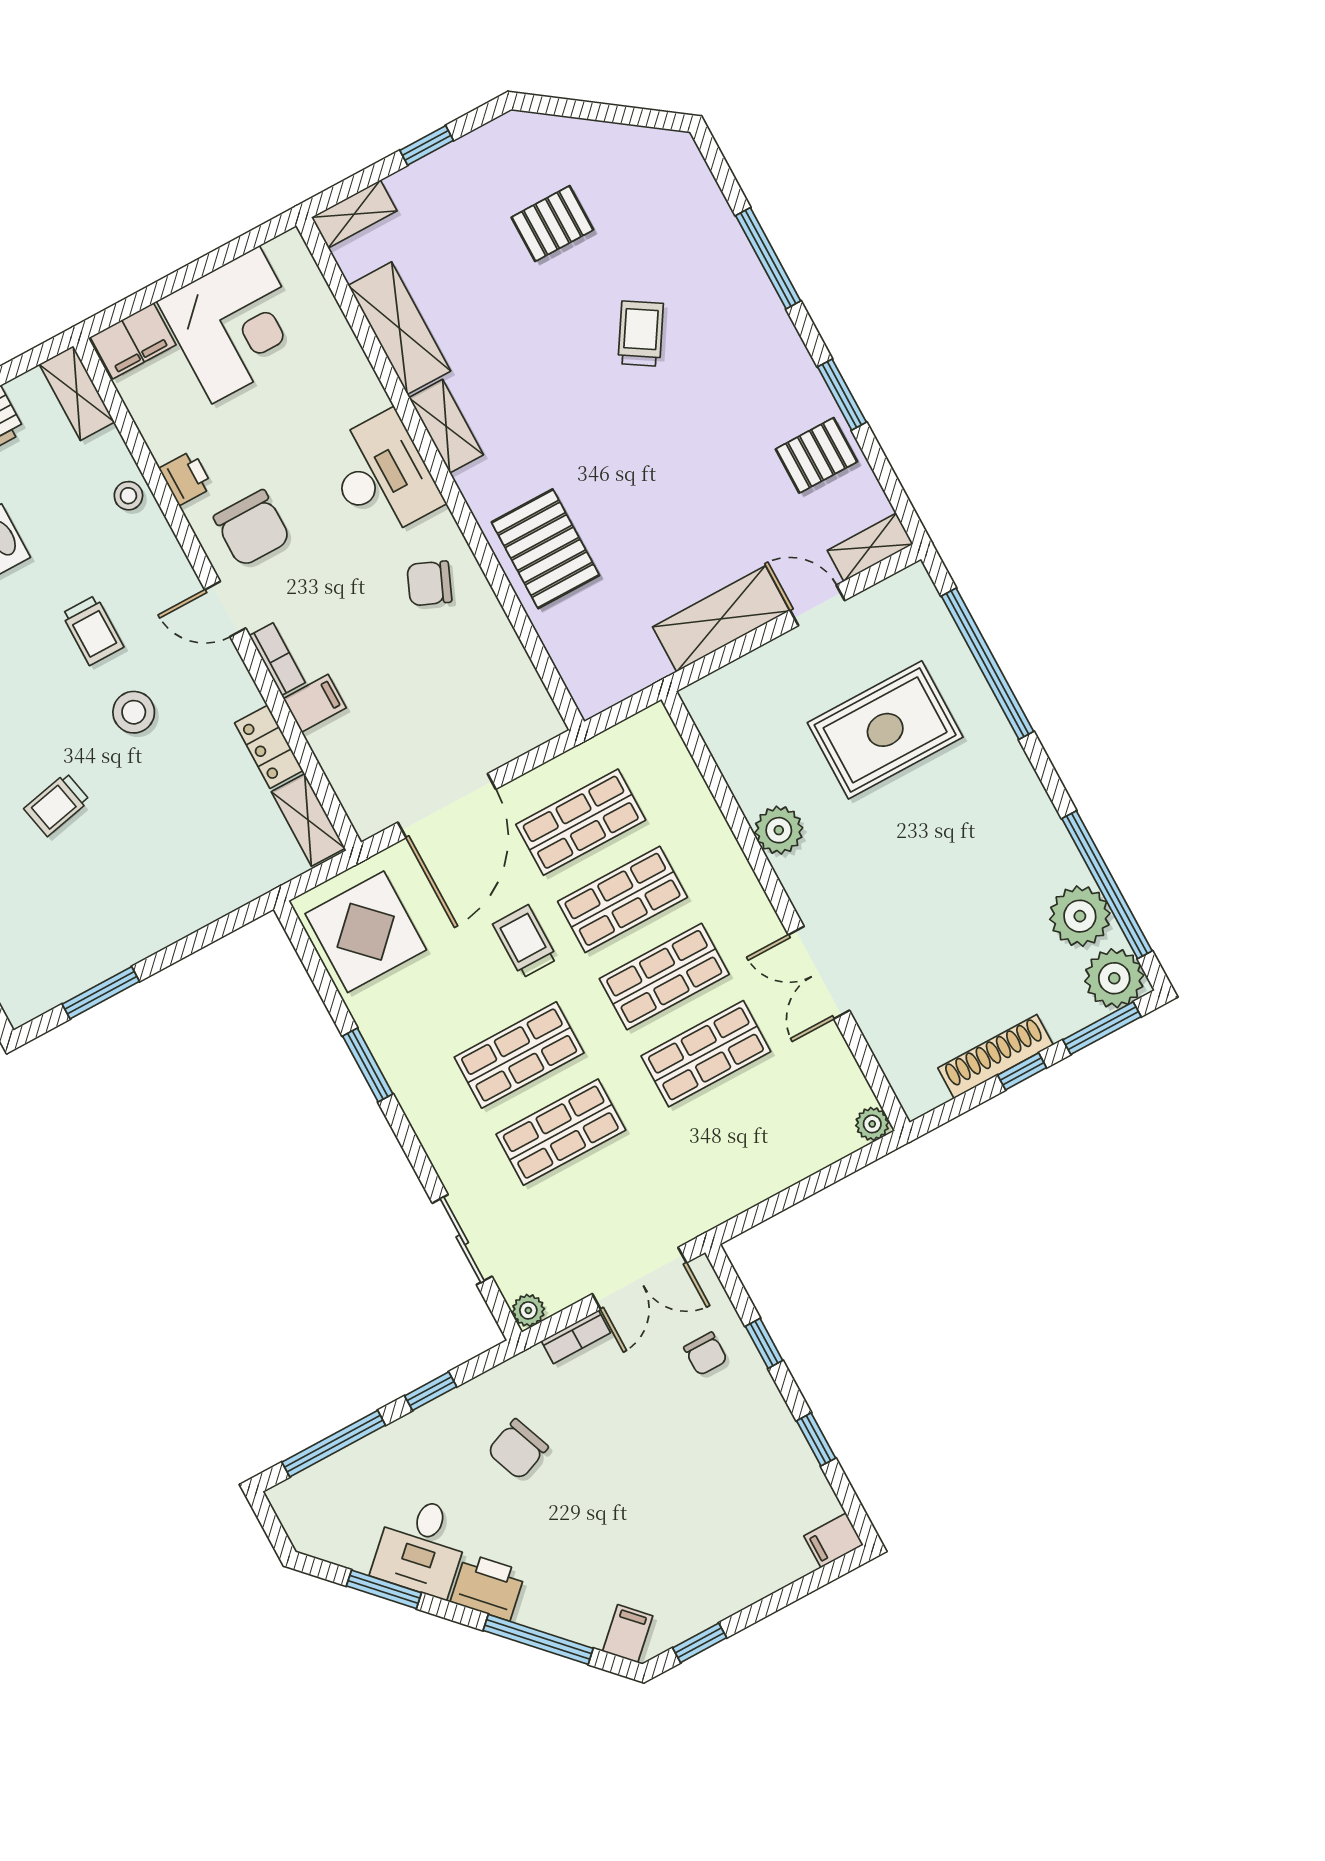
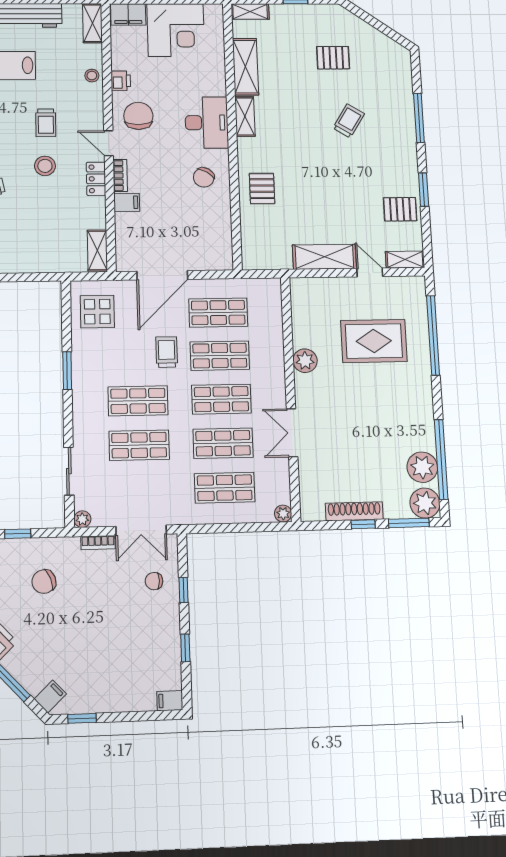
chair: (252, 528) -> (138, 116), turned 180
pallet: (545, 549) -> (262, 189), width x0.67, depth x0.71
chair: (429, 583) -> (204, 177), turned -81
locker: (269, 747) -> (96, 179), moved
display table: (366, 932) -> (97, 312), width x0.73, depth x0.73
shop shelf: (748, 1131) -> (225, 488), added
chair: (706, 1354) -> (154, 581), turned 90

